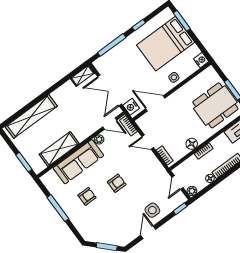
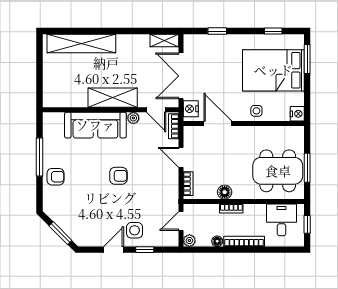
window: (139, 25) -> (273, 31), moved
window: (112, 45) -> (217, 31), width x0.46
shelving: (59, 149) -> (113, 98), moved
window: (24, 162) -> (40, 85), removed
armchair: (87, 196) -> (56, 177), moved
window: (180, 209) -> (145, 250), moved

